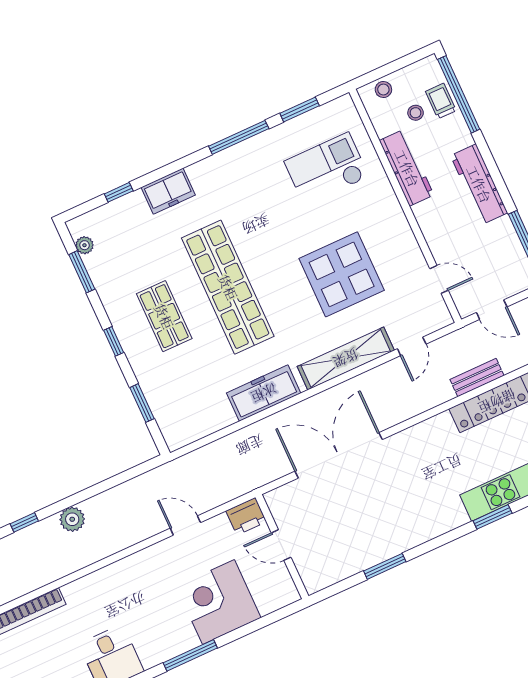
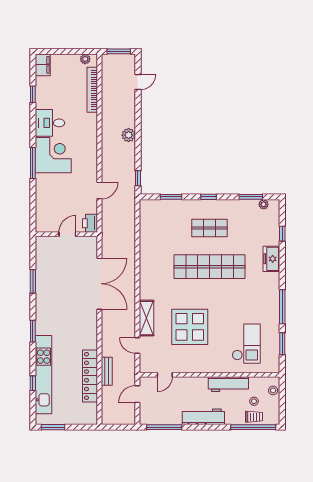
shelving: (346, 358) -> (146, 318), width x0.68
freezer: (264, 393) -> (148, 260), removed
window: (493, 517) -> (33, 331), moved
window: (24, 522) -> (138, 178), moved
corner desk: (218, 602) -> (53, 155), moved

